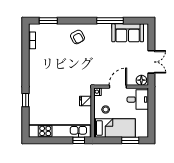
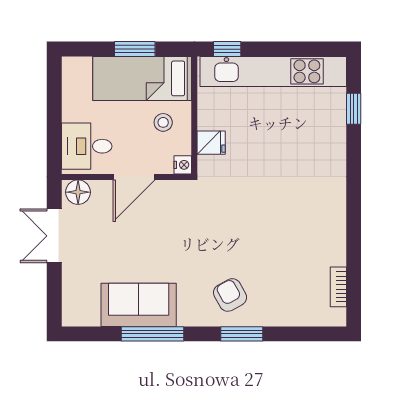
window: (48, 21) -> (242, 334), moved
sofa: (128, 33) -> (139, 305), moved
window: (26, 100) -> (354, 109), moved
window: (130, 140) -> (135, 49), moved

